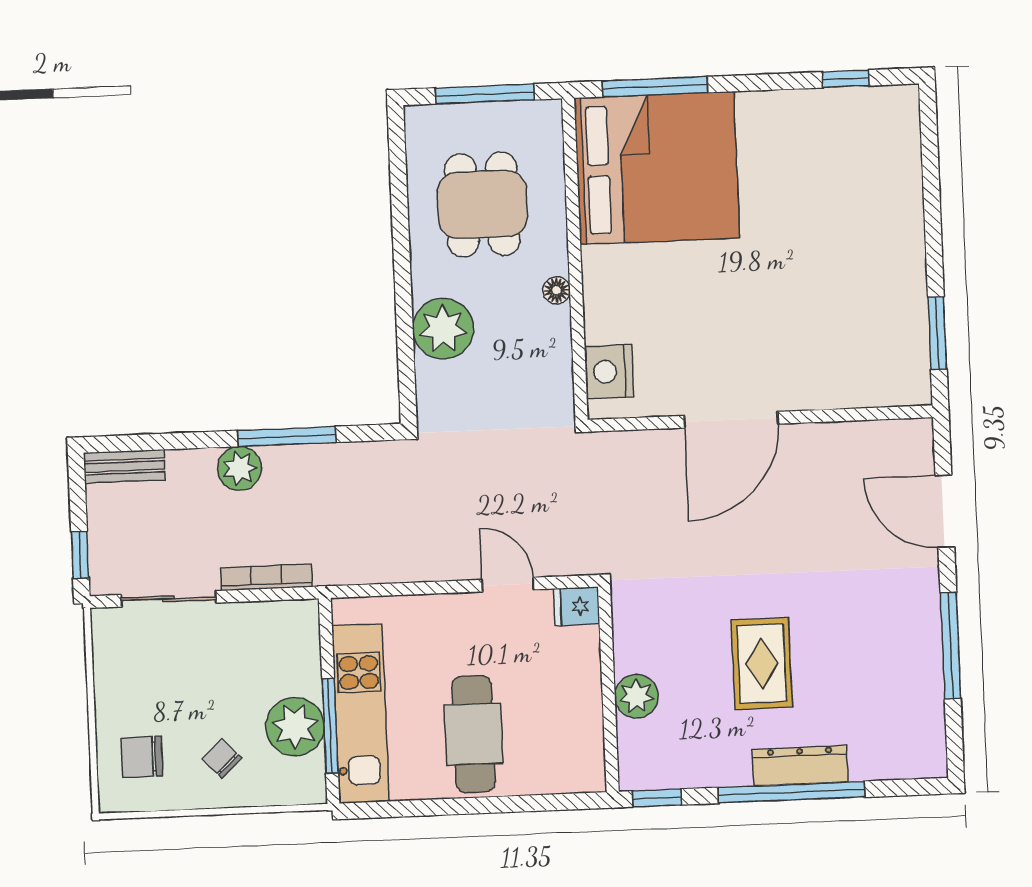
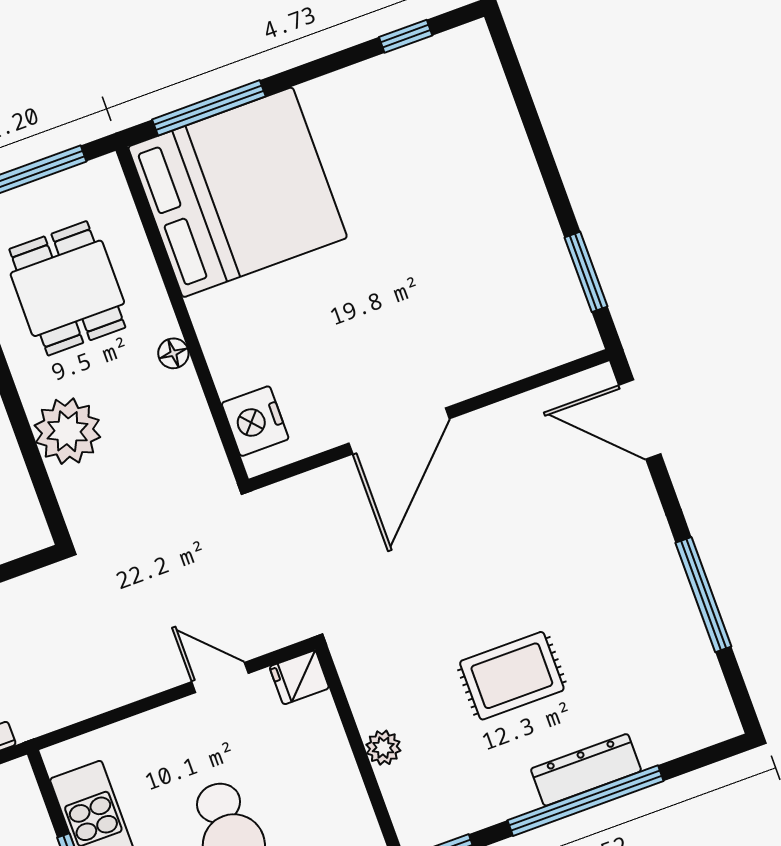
door: (945, 511) -> (640, 420), moved
rug: (762, 664) -> (512, 676), turned 90
plant: (636, 696) -> (383, 748), width x0.73, depth x0.73

